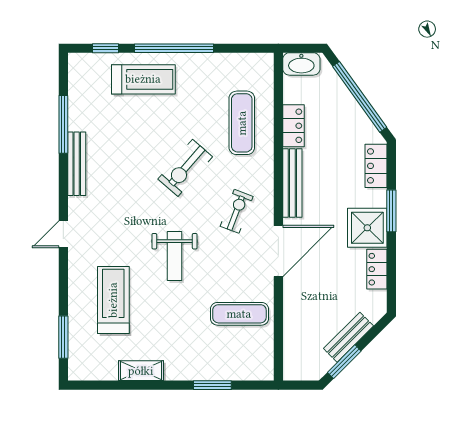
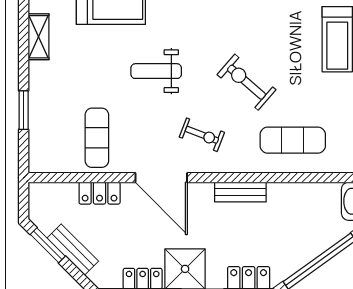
locker: (293, 126) -> (100, 193), moved
bench: (292, 183) -> (240, 192), width x0.73

